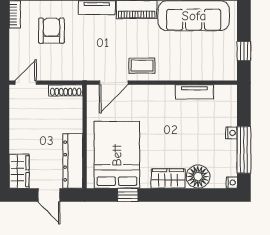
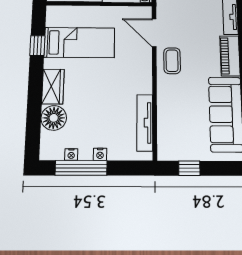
tv unit: (194, 92) -> (145, 123), width x1.41
bed: (117, 155) -> (79, 43), width x0.67
nightstand: (232, 183) -> (71, 154), moved

